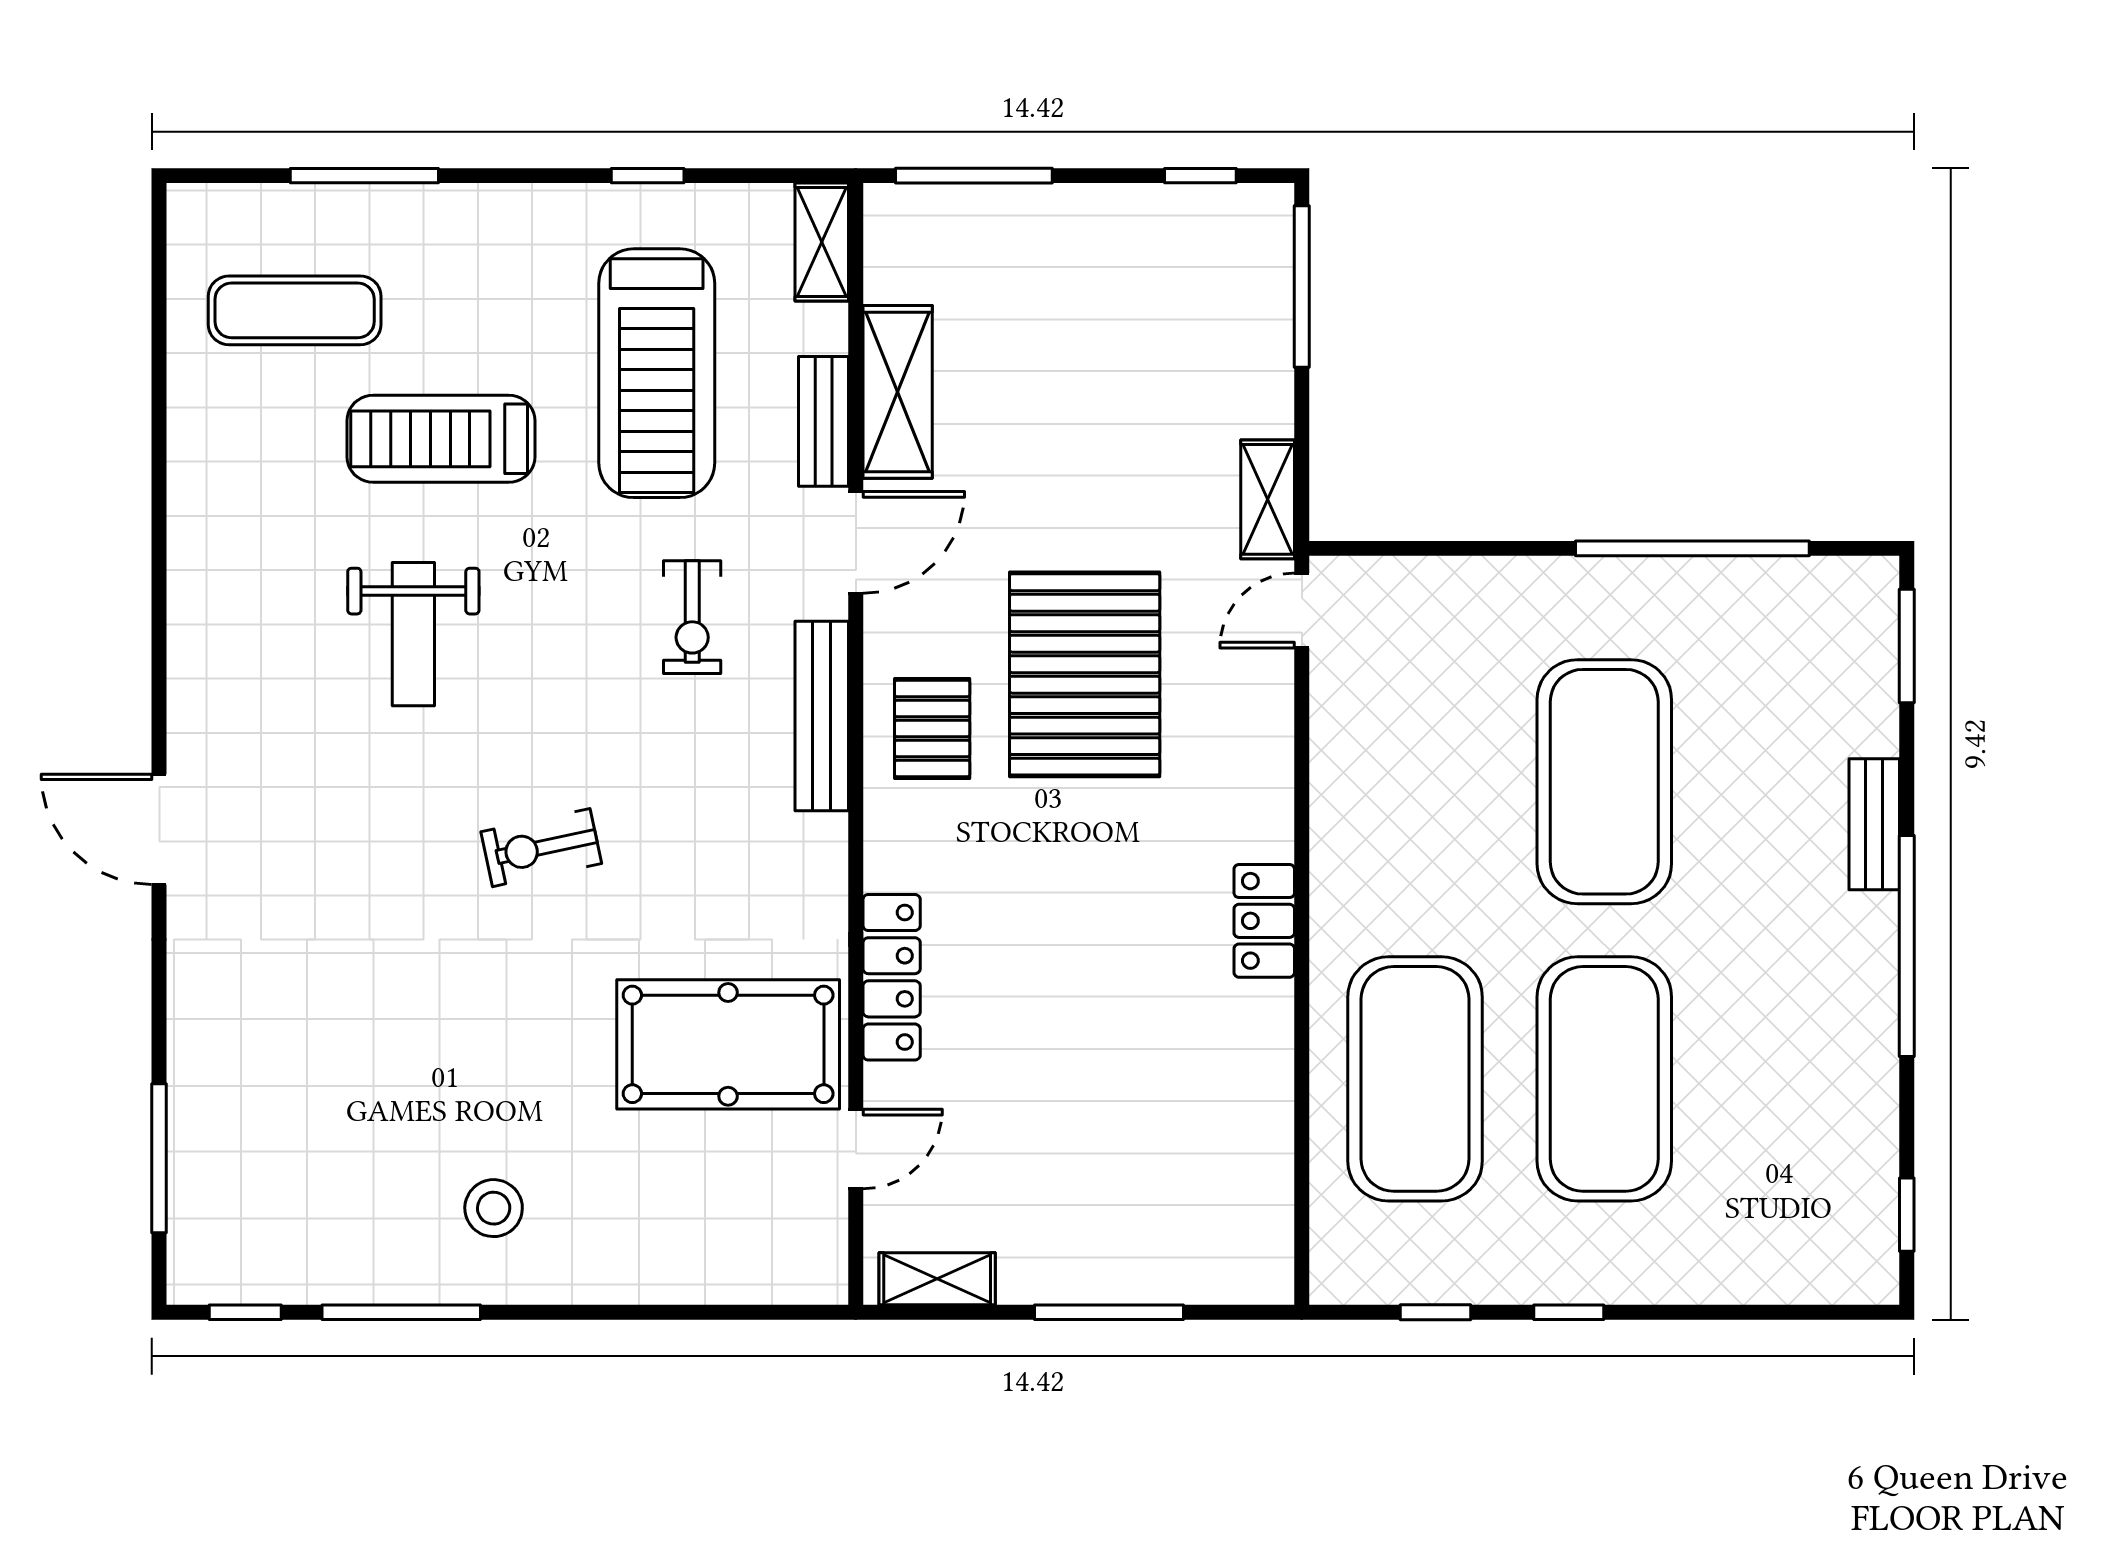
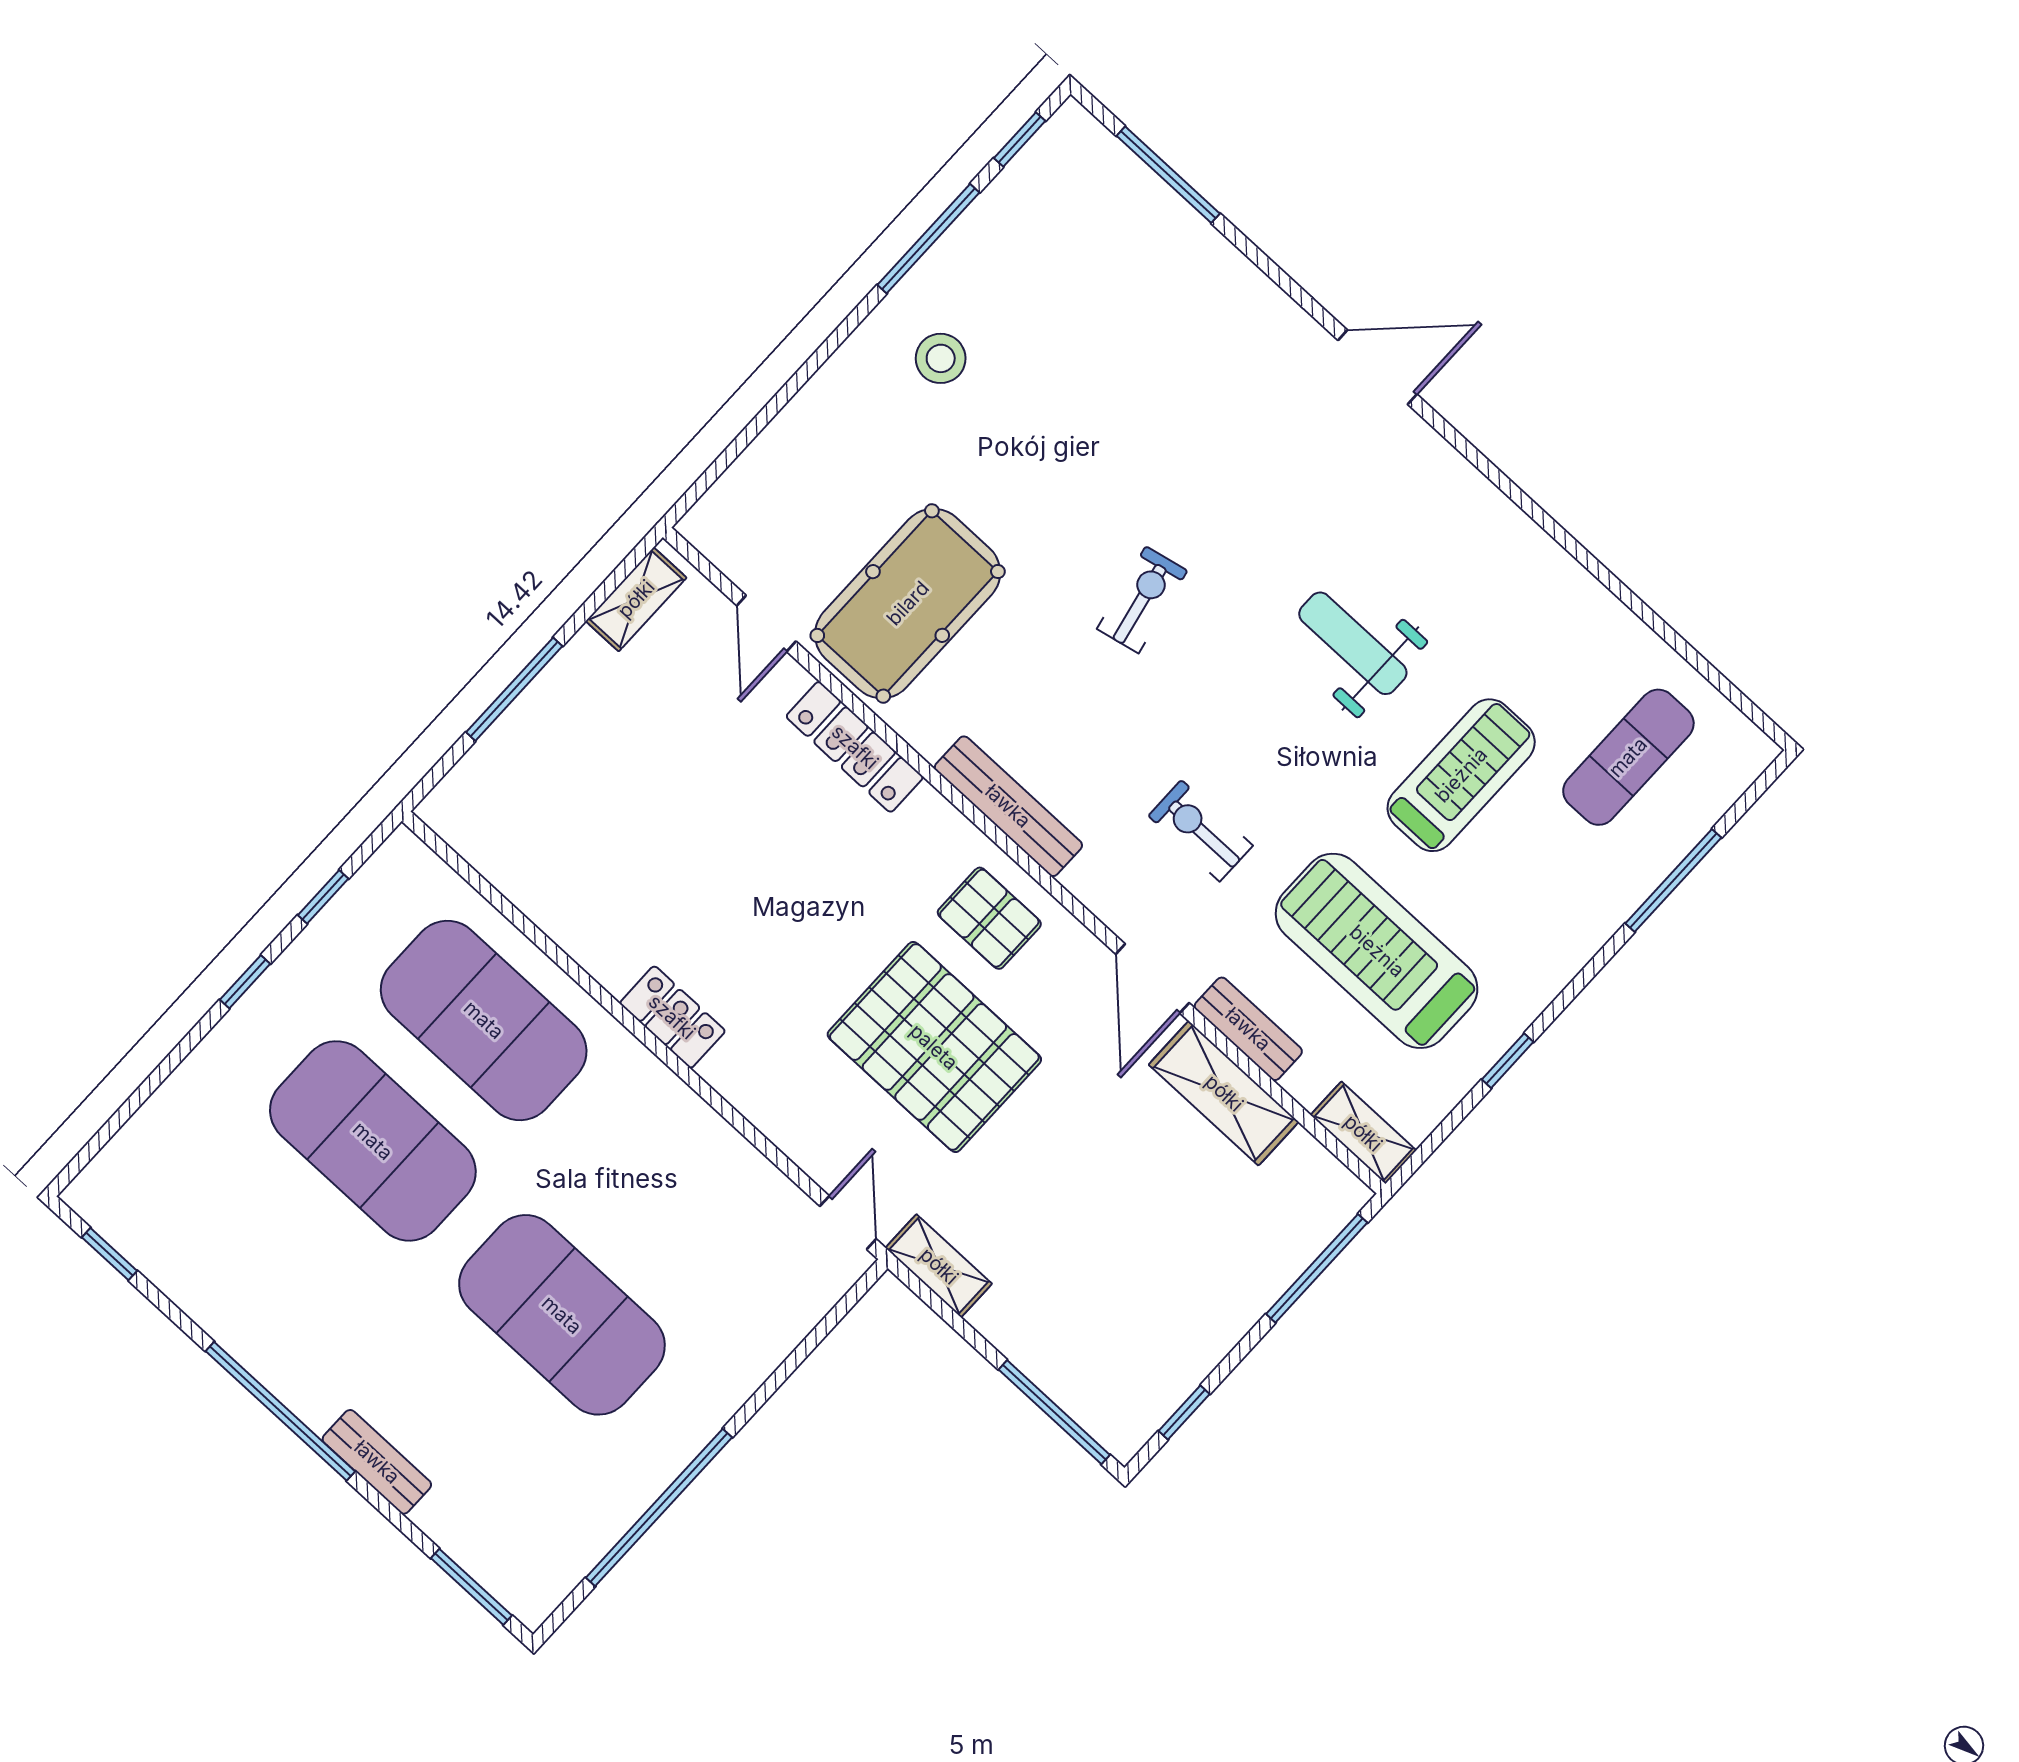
bench: (822, 716) -> (1008, 806), moved

